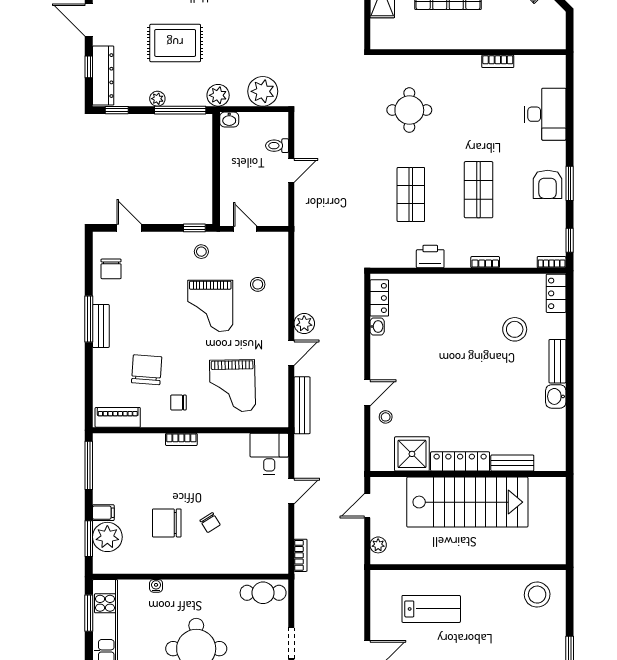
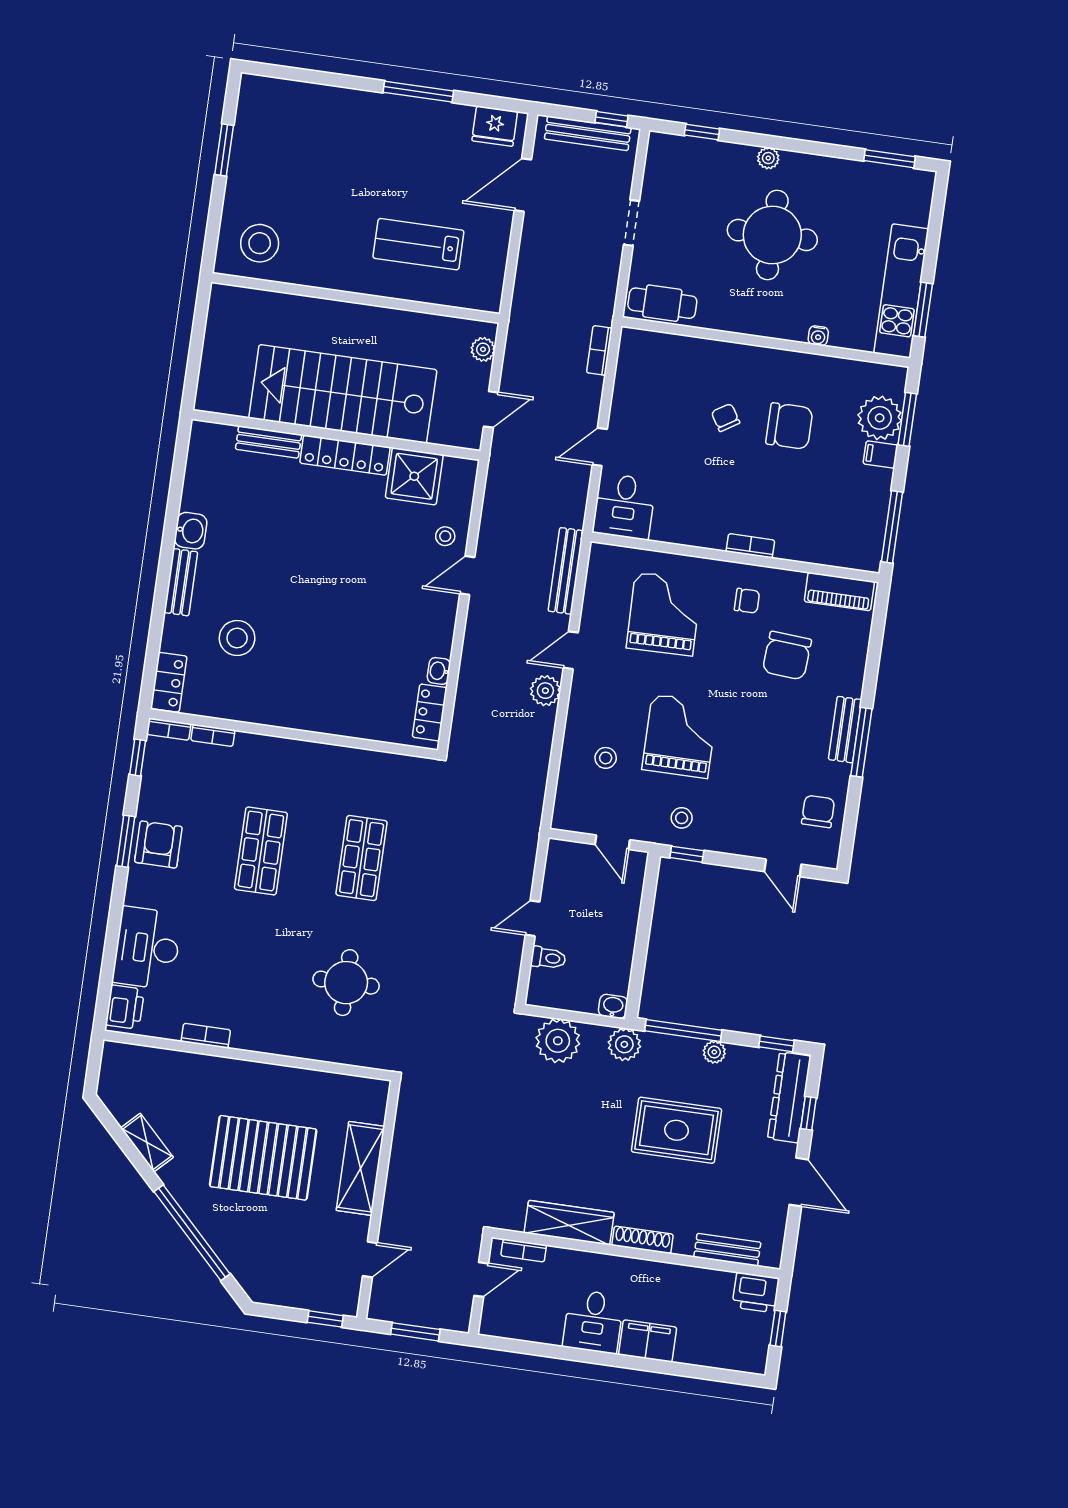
printer: (430, 256) -> (125, 1007), moved, turned -90
bookcase: (485, 262) -> (213, 735), moved

